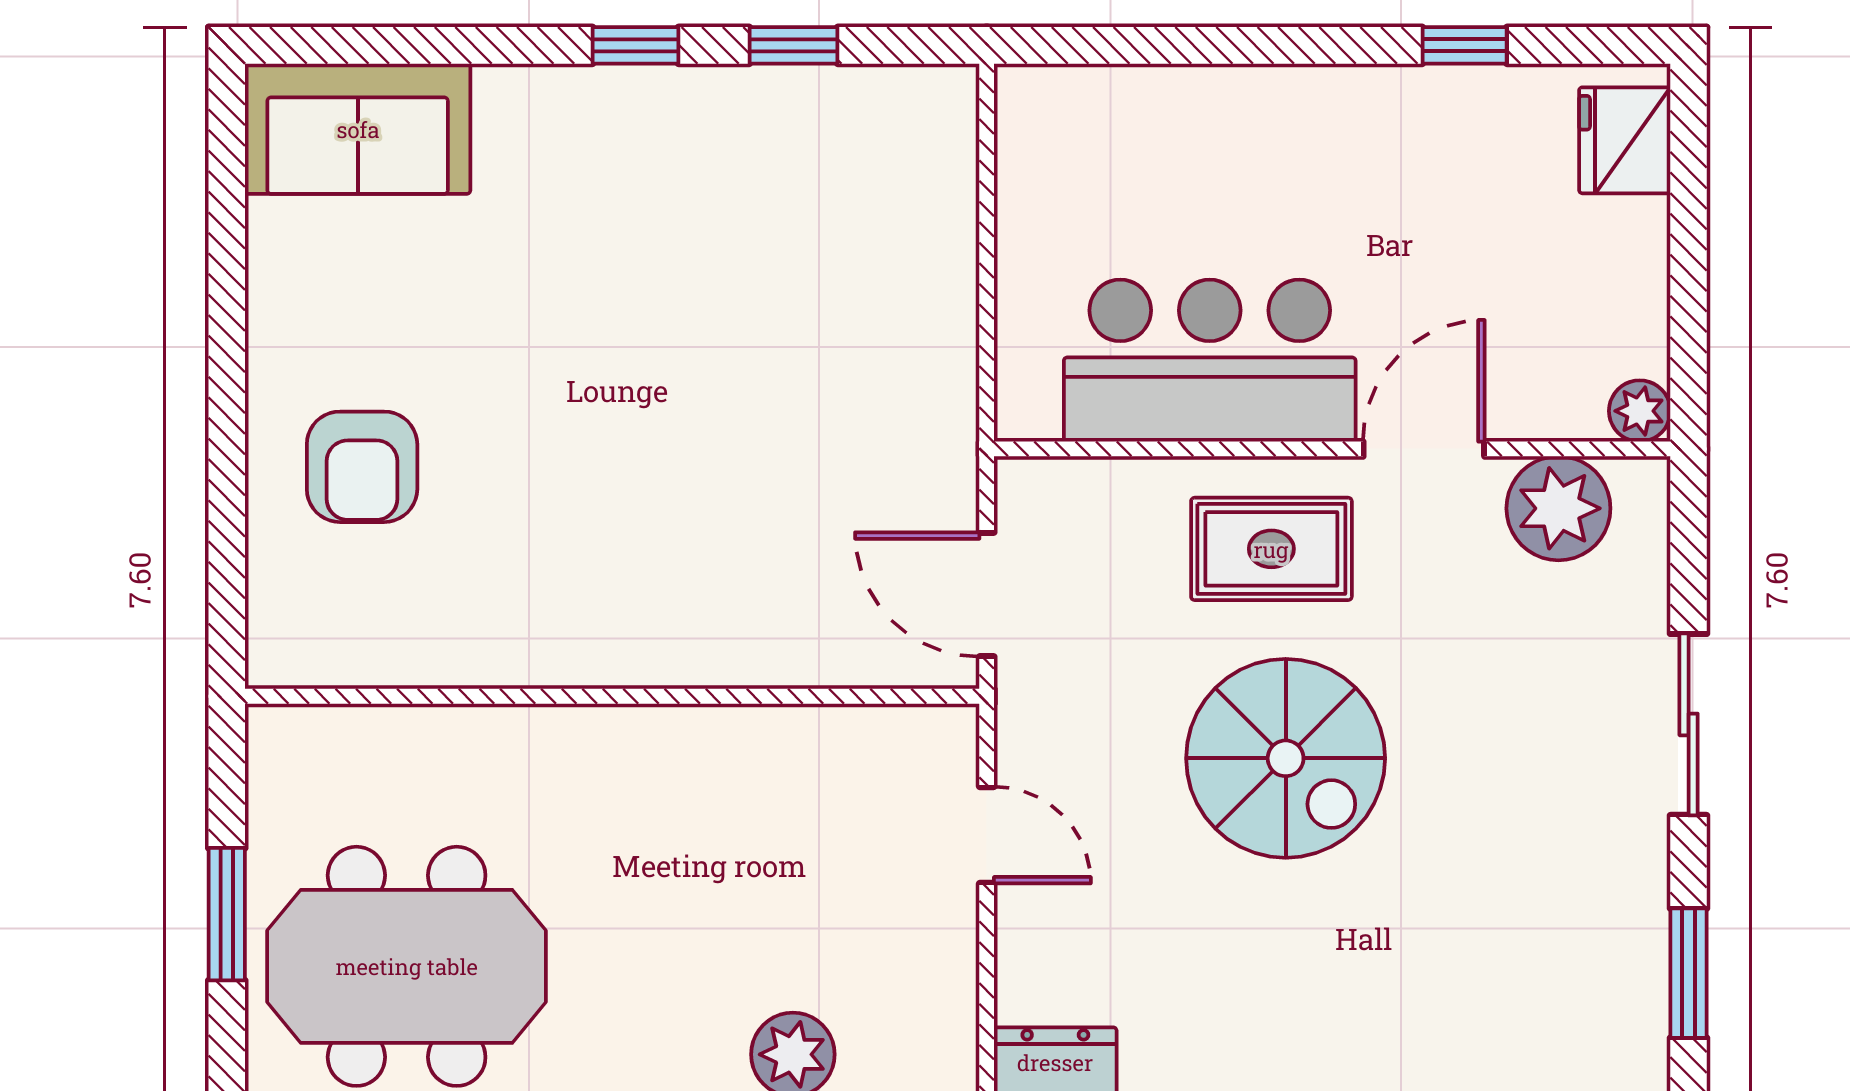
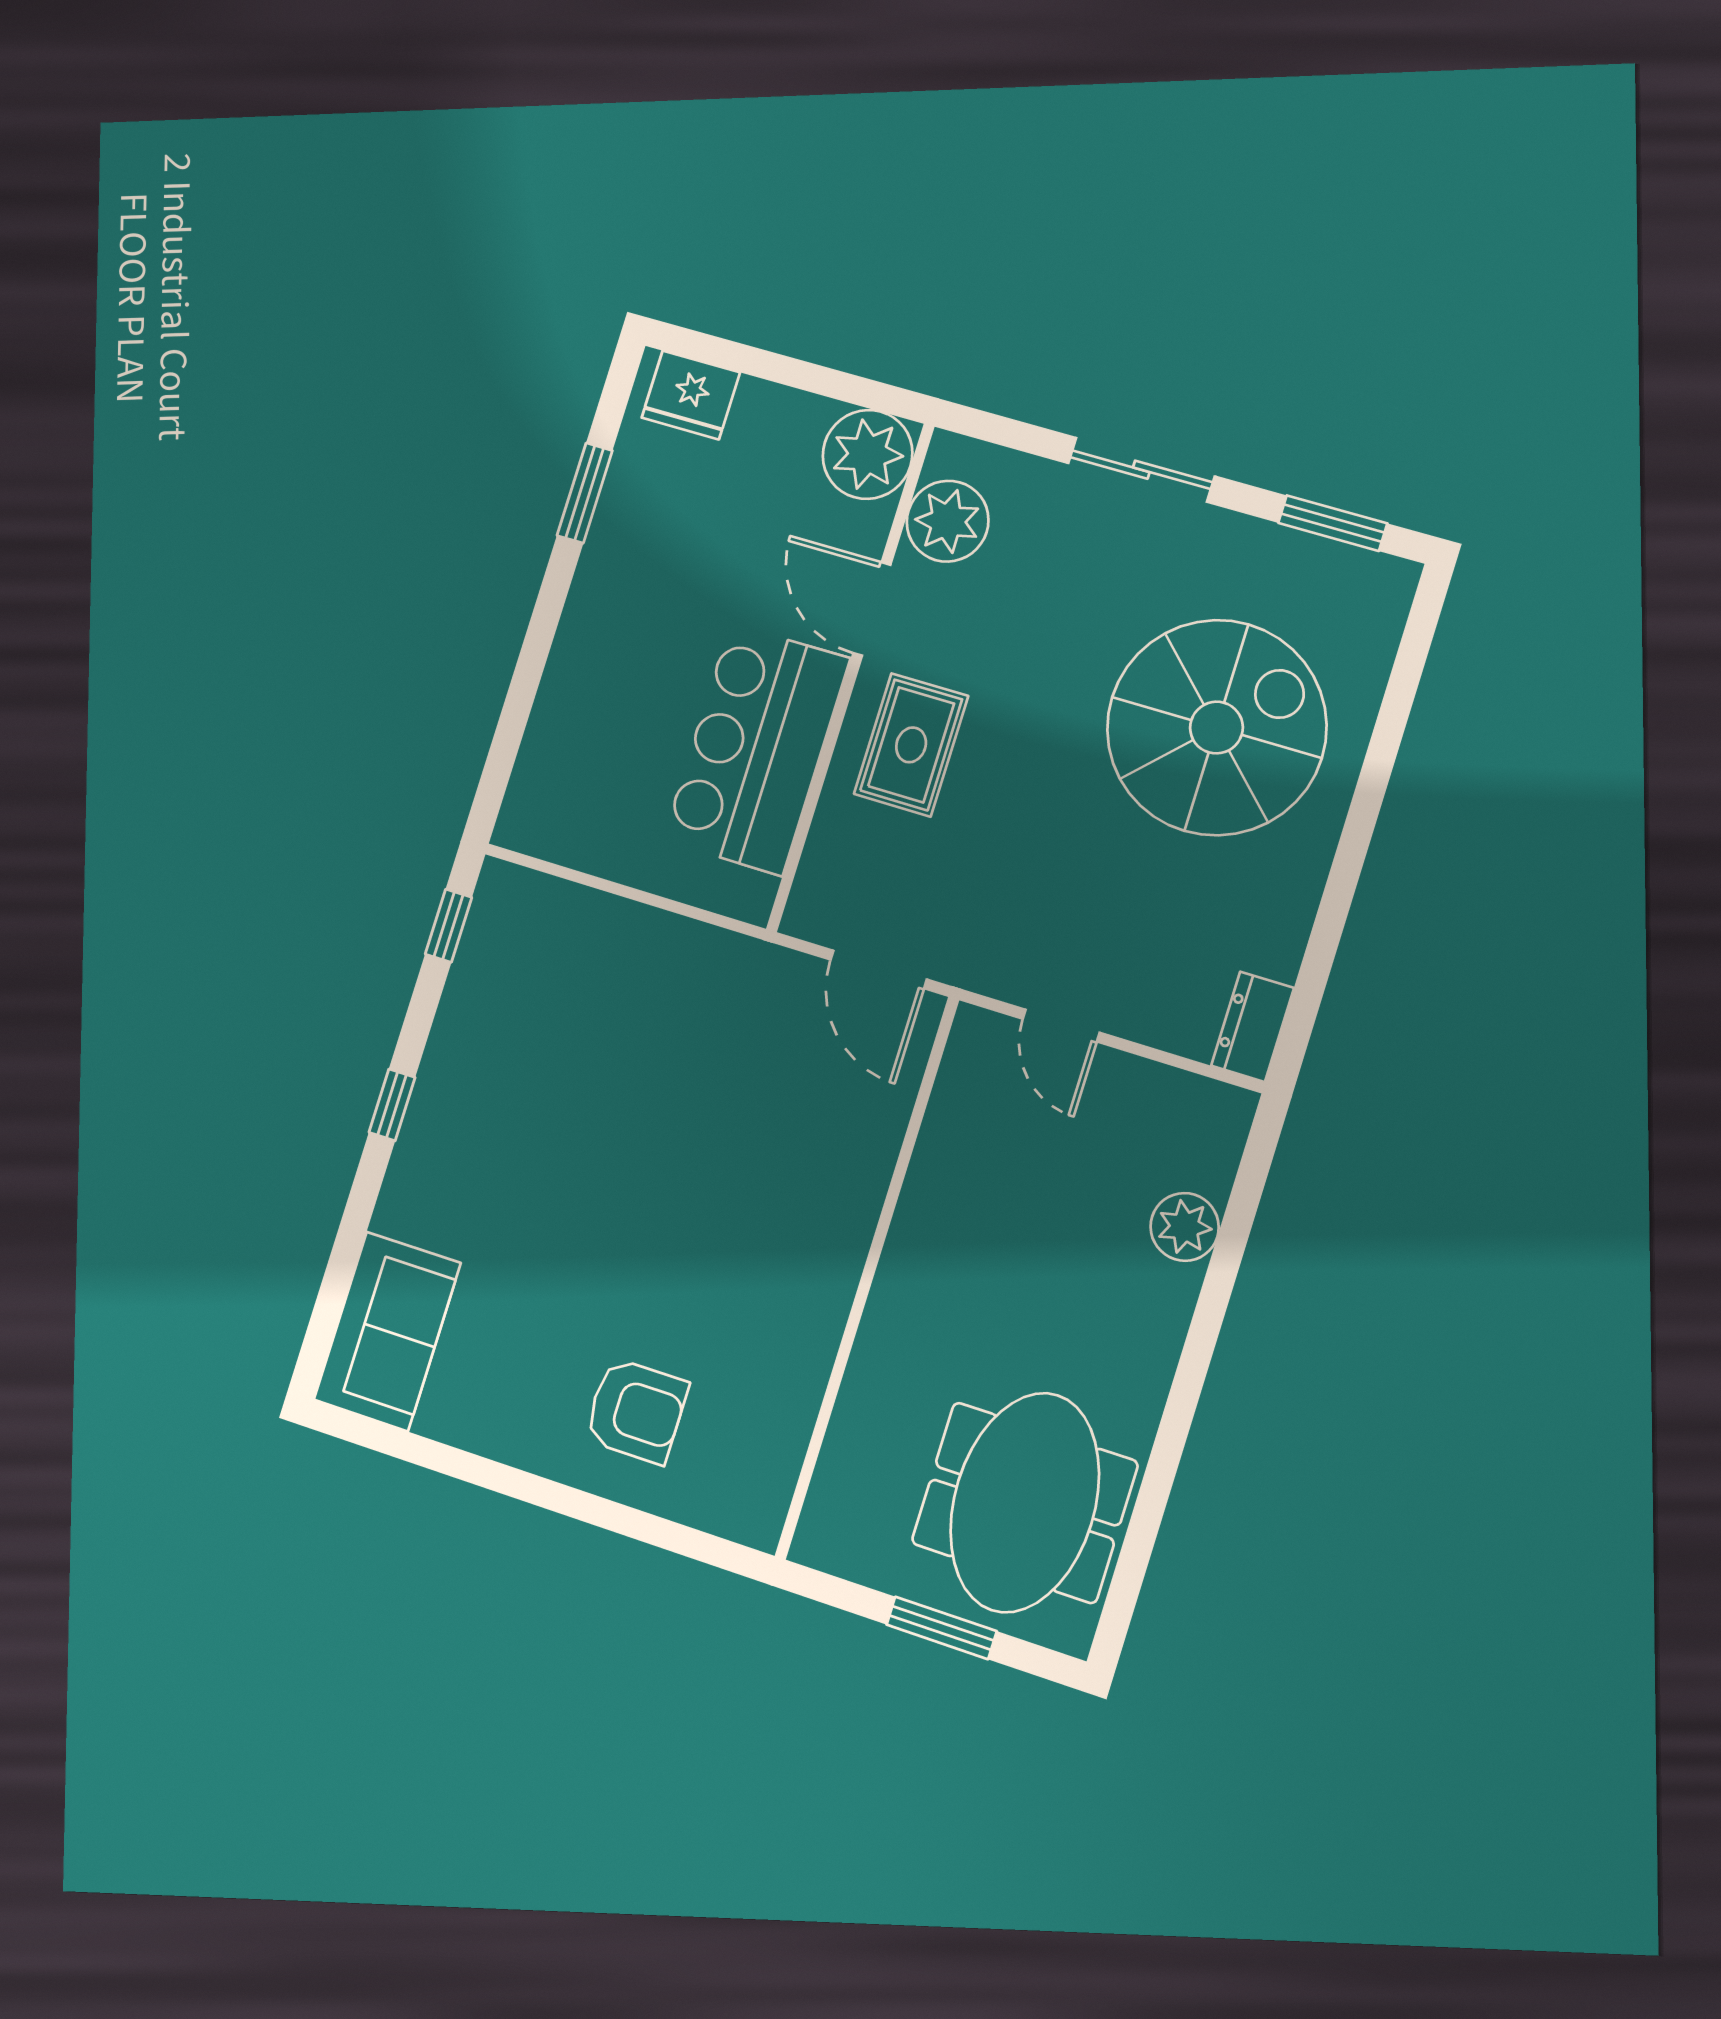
window: (793, 45) -> (448, 926), moved
window: (1465, 45) -> (585, 493), width x1.50
plant: (1640, 411) -> (868, 454), width x1.87, depth x1.87
door: (987, 594) -> (879, 969), hinge flipped
spiral stairs: (1286, 758) -> (1216, 728), moved, width x1.37, depth x1.37
door: (987, 835) -> (1061, 1026), swing flipped

